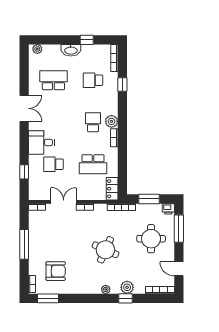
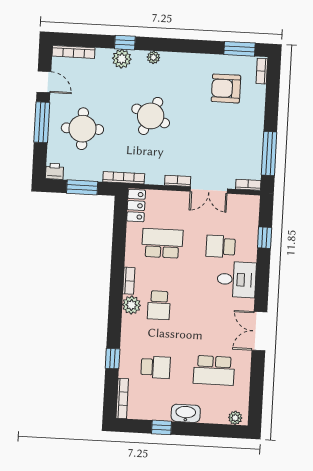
school desk: (53, 164) -> (221, 246), turned 180
window: (179, 229) -> (42, 122), moved
window: (24, 244) -> (269, 153), moved

